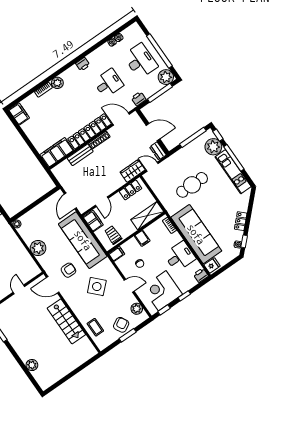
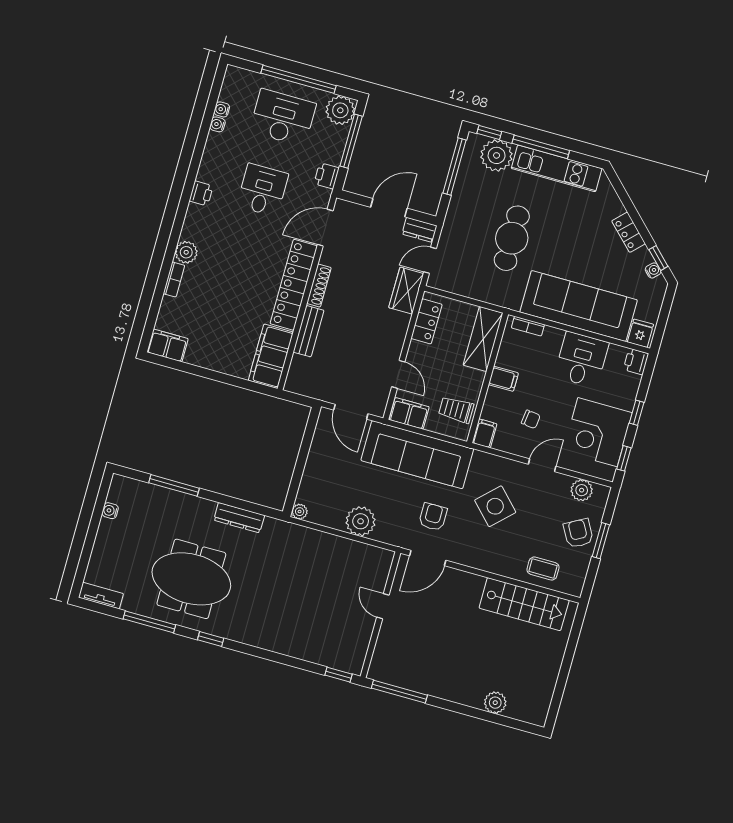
stairs: (66, 321) -> (524, 604), moved

